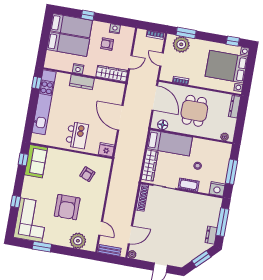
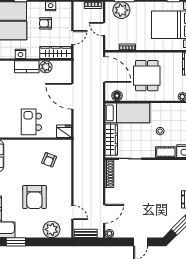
plant: (100, 85) -> (46, 67), added
kitchen island: (77, 135) -> (31, 122), turned 180
cot: (189, 185) -> (166, 152), moved

